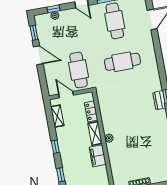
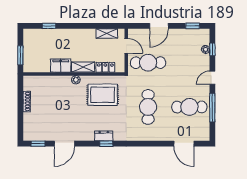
door: (38, 55) -> (159, 26), moved
door: (66, 95) -> (126, 46), hinge flipped
rug: (119, 109) -> (103, 95), added
window: (55, 147) -> (77, 26), removed

